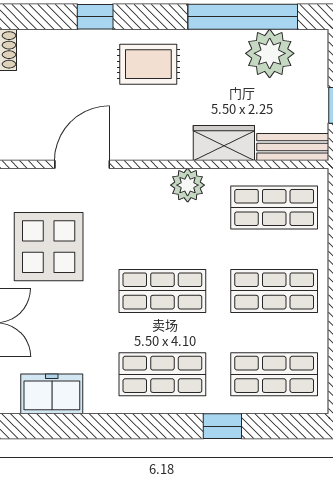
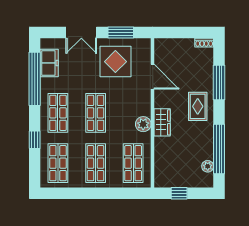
window: (95, 17) -> (219, 83), width x2.17
plant: (270, 53) -> (208, 166), width x0.53, depth x0.53
wardrobe: (224, 143) -> (162, 122), moved
bench: (293, 147) -> (160, 172), removed
window: (87, 426) -> (35, 79), added

